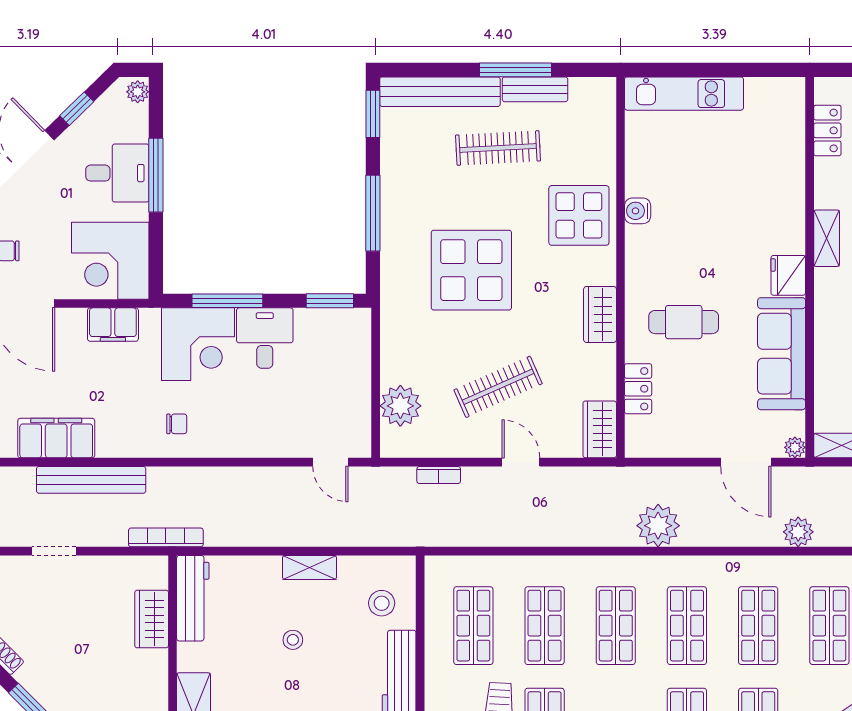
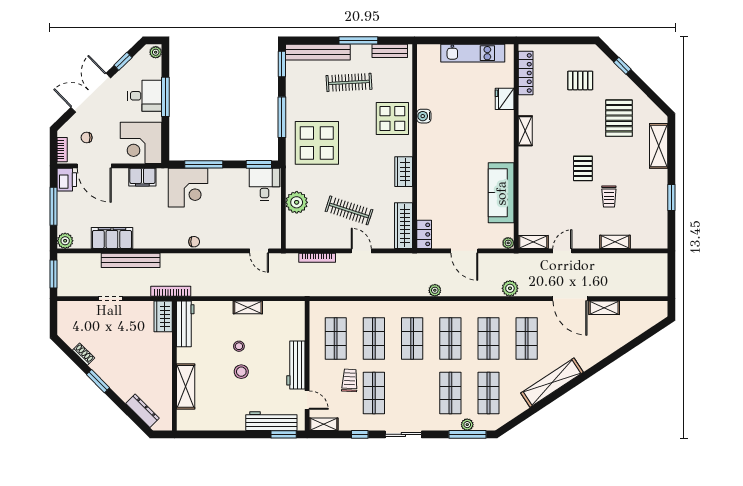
bench: (535, 89) -> (390, 51), moved
kitchen unit: (684, 94) -> (473, 53), moved
locker: (827, 130) -> (526, 73), width x1.53
display table: (471, 270) -> (317, 143), moved
fridge: (788, 275) -> (505, 99), moved
cafe table: (684, 322) -> (449, 176), removed
desk: (265, 338) -> (264, 184), moved
clothes rail: (498, 387) -> (349, 210), turned 42
locker: (638, 389) -> (424, 234), moved
plant: (400, 406) -> (297, 202), moved
chair: (177, 424) -> (194, 242), moved
wardrobe: (600, 429) -> (403, 226), width x1.50
door: (746, 462) -> (464, 251), moved
bookcase: (439, 475) -> (317, 258), width x1.56
plant: (658, 526) -> (435, 290), width x0.53, depth x0.53
stool: (382, 603) -> (241, 372), moved
wardrobe: (152, 619) -> (163, 316), moved

